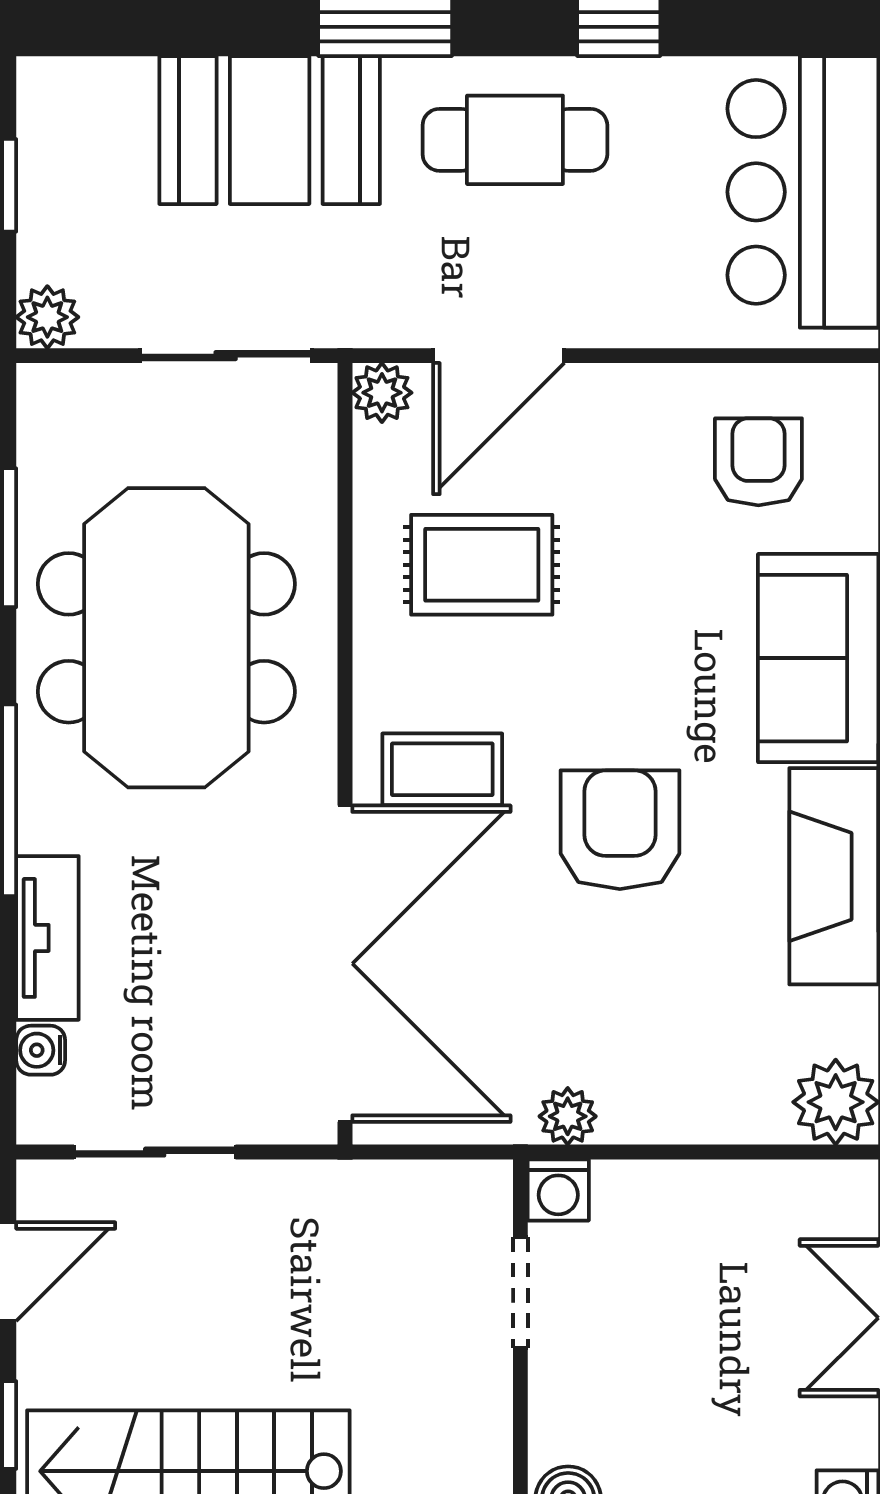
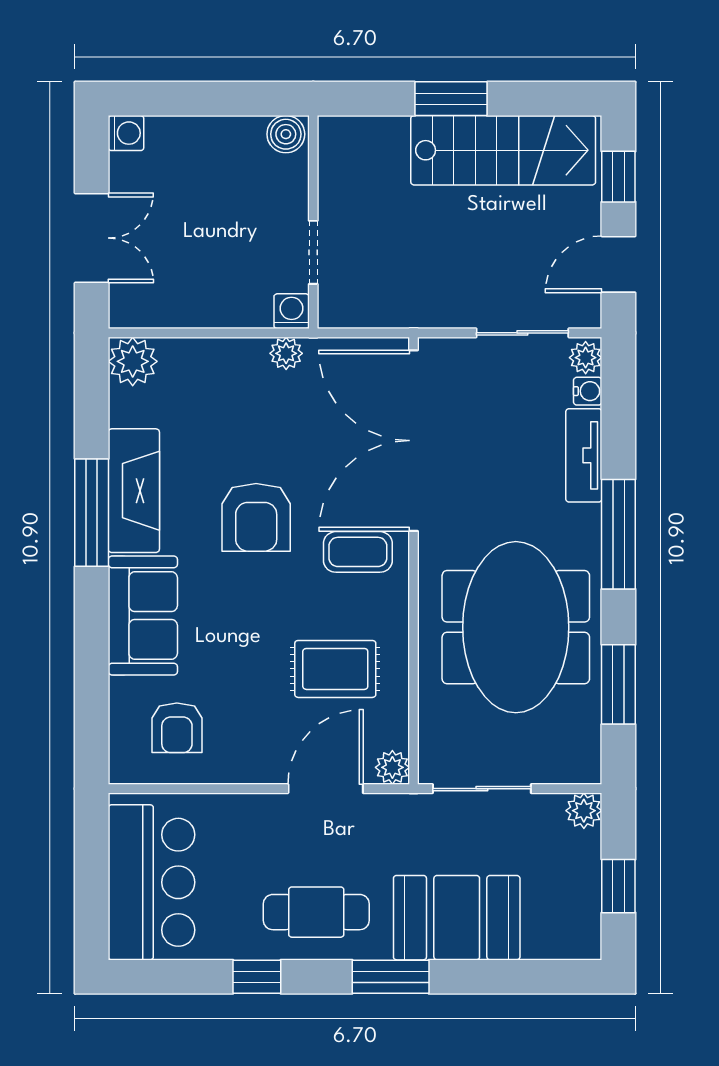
plant: (44, 1109) -> (586, 358), added

